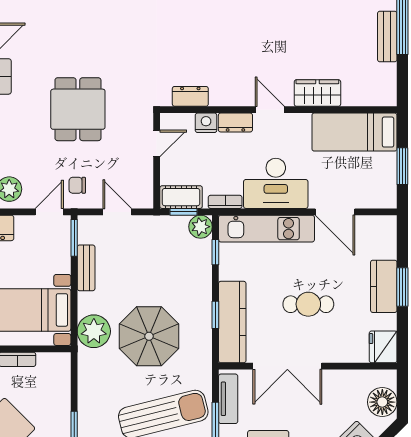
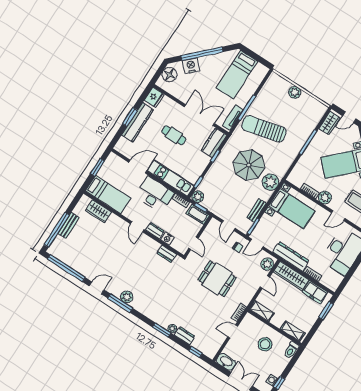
wardrobe: (317, 93) -> (98, 211), moved
dining table: (78, 109) -> (217, 279), turned 90
door: (157, 143) -> (193, 243), swing flipped
door: (335, 212) -> (138, 167), hinge flipped
kitchen counter: (384, 286) -> (138, 122), width x1.50
kitchen counter: (232, 322) -> (214, 143), width x0.67

